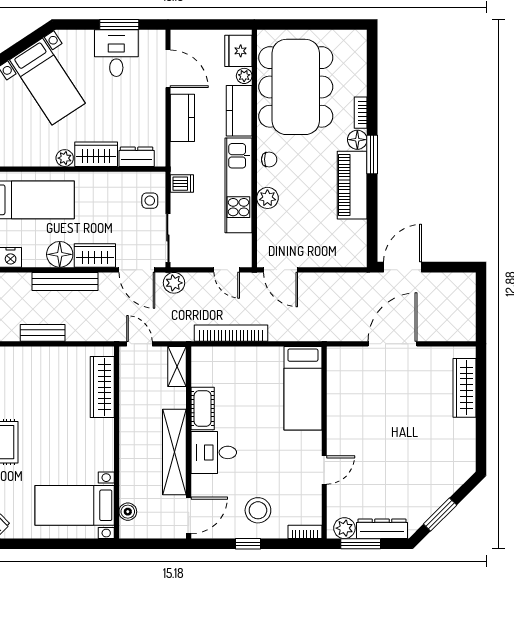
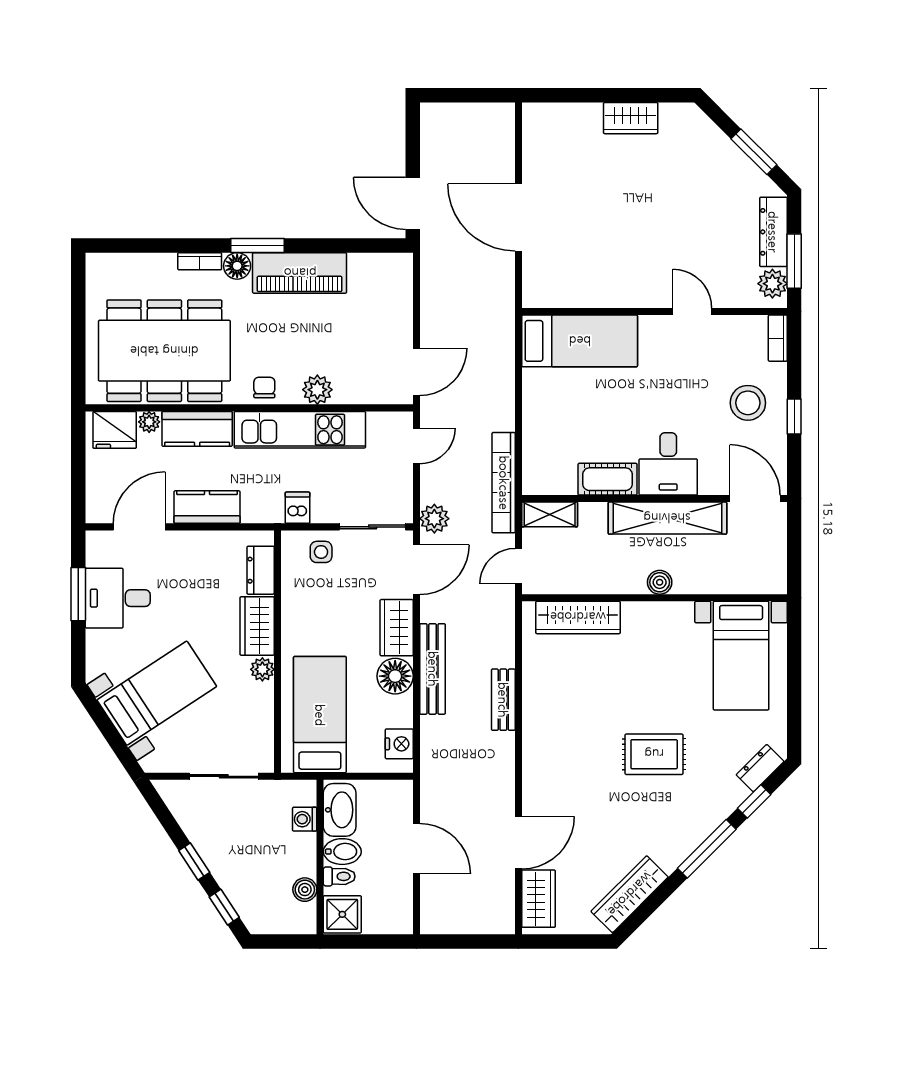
bookcase: (231, 333) -> (504, 483), moved
wardrobe: (465, 388) -> (631, 118), moved, width x0.67
boiler: (128, 512) -> (660, 582), moved

